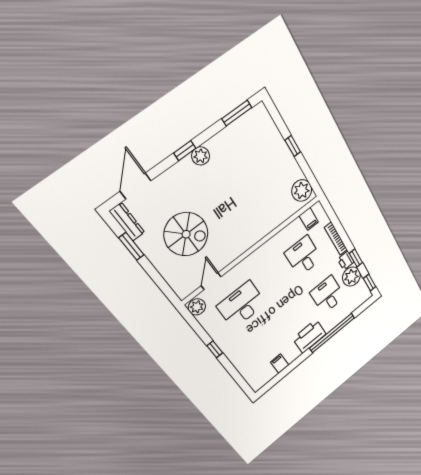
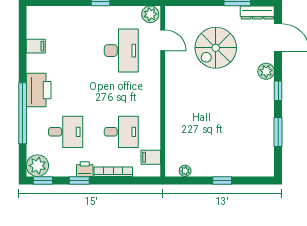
window: (237, 113) -> (278, 132), moved
plant: (201, 156) -> (266, 71), moved
plant: (302, 190) -> (185, 171), width x0.53, depth x0.53
plant: (351, 277) -> (37, 166), moved

